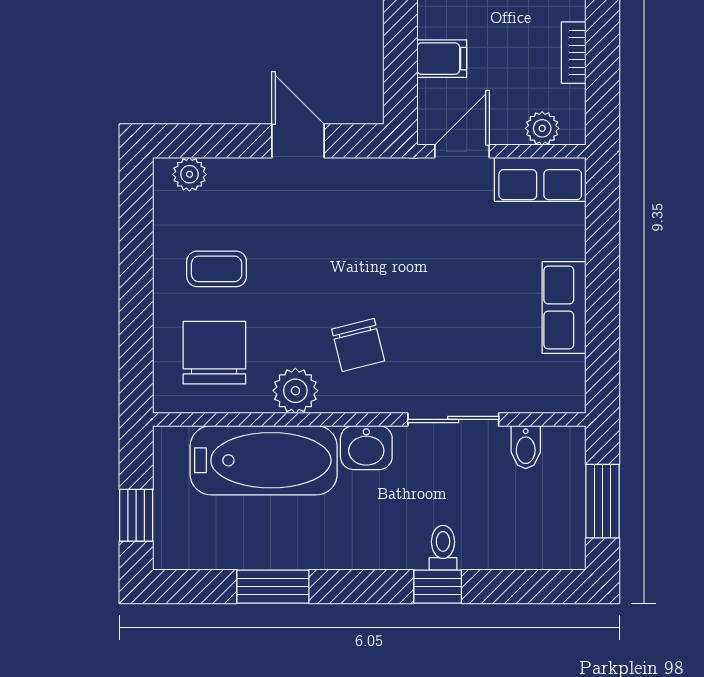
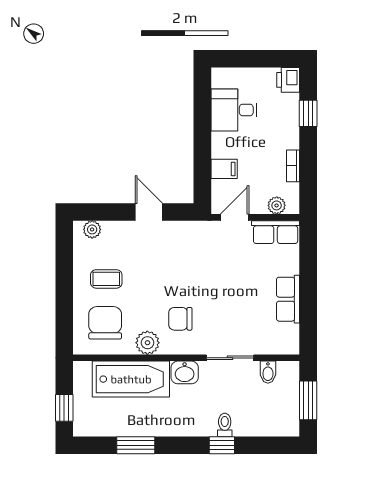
chair: (358, 345) -> (180, 319), turned 104

